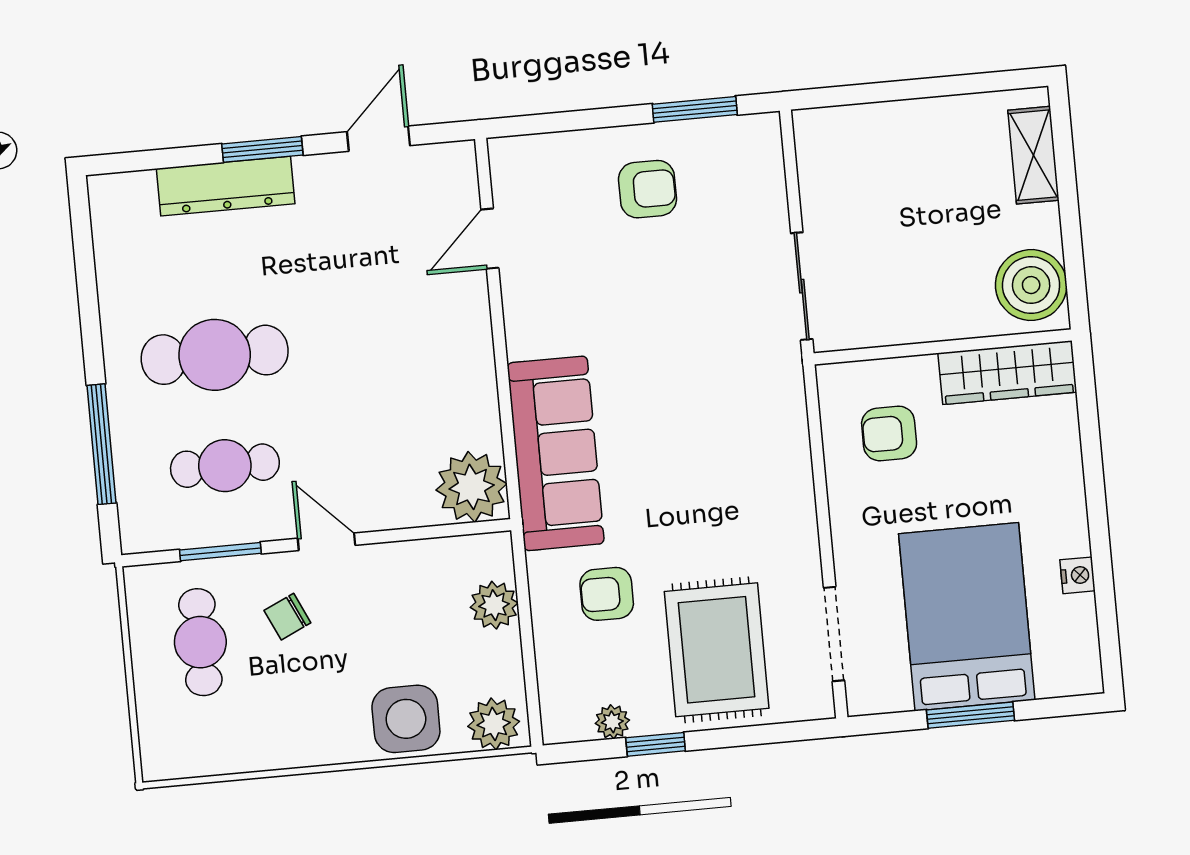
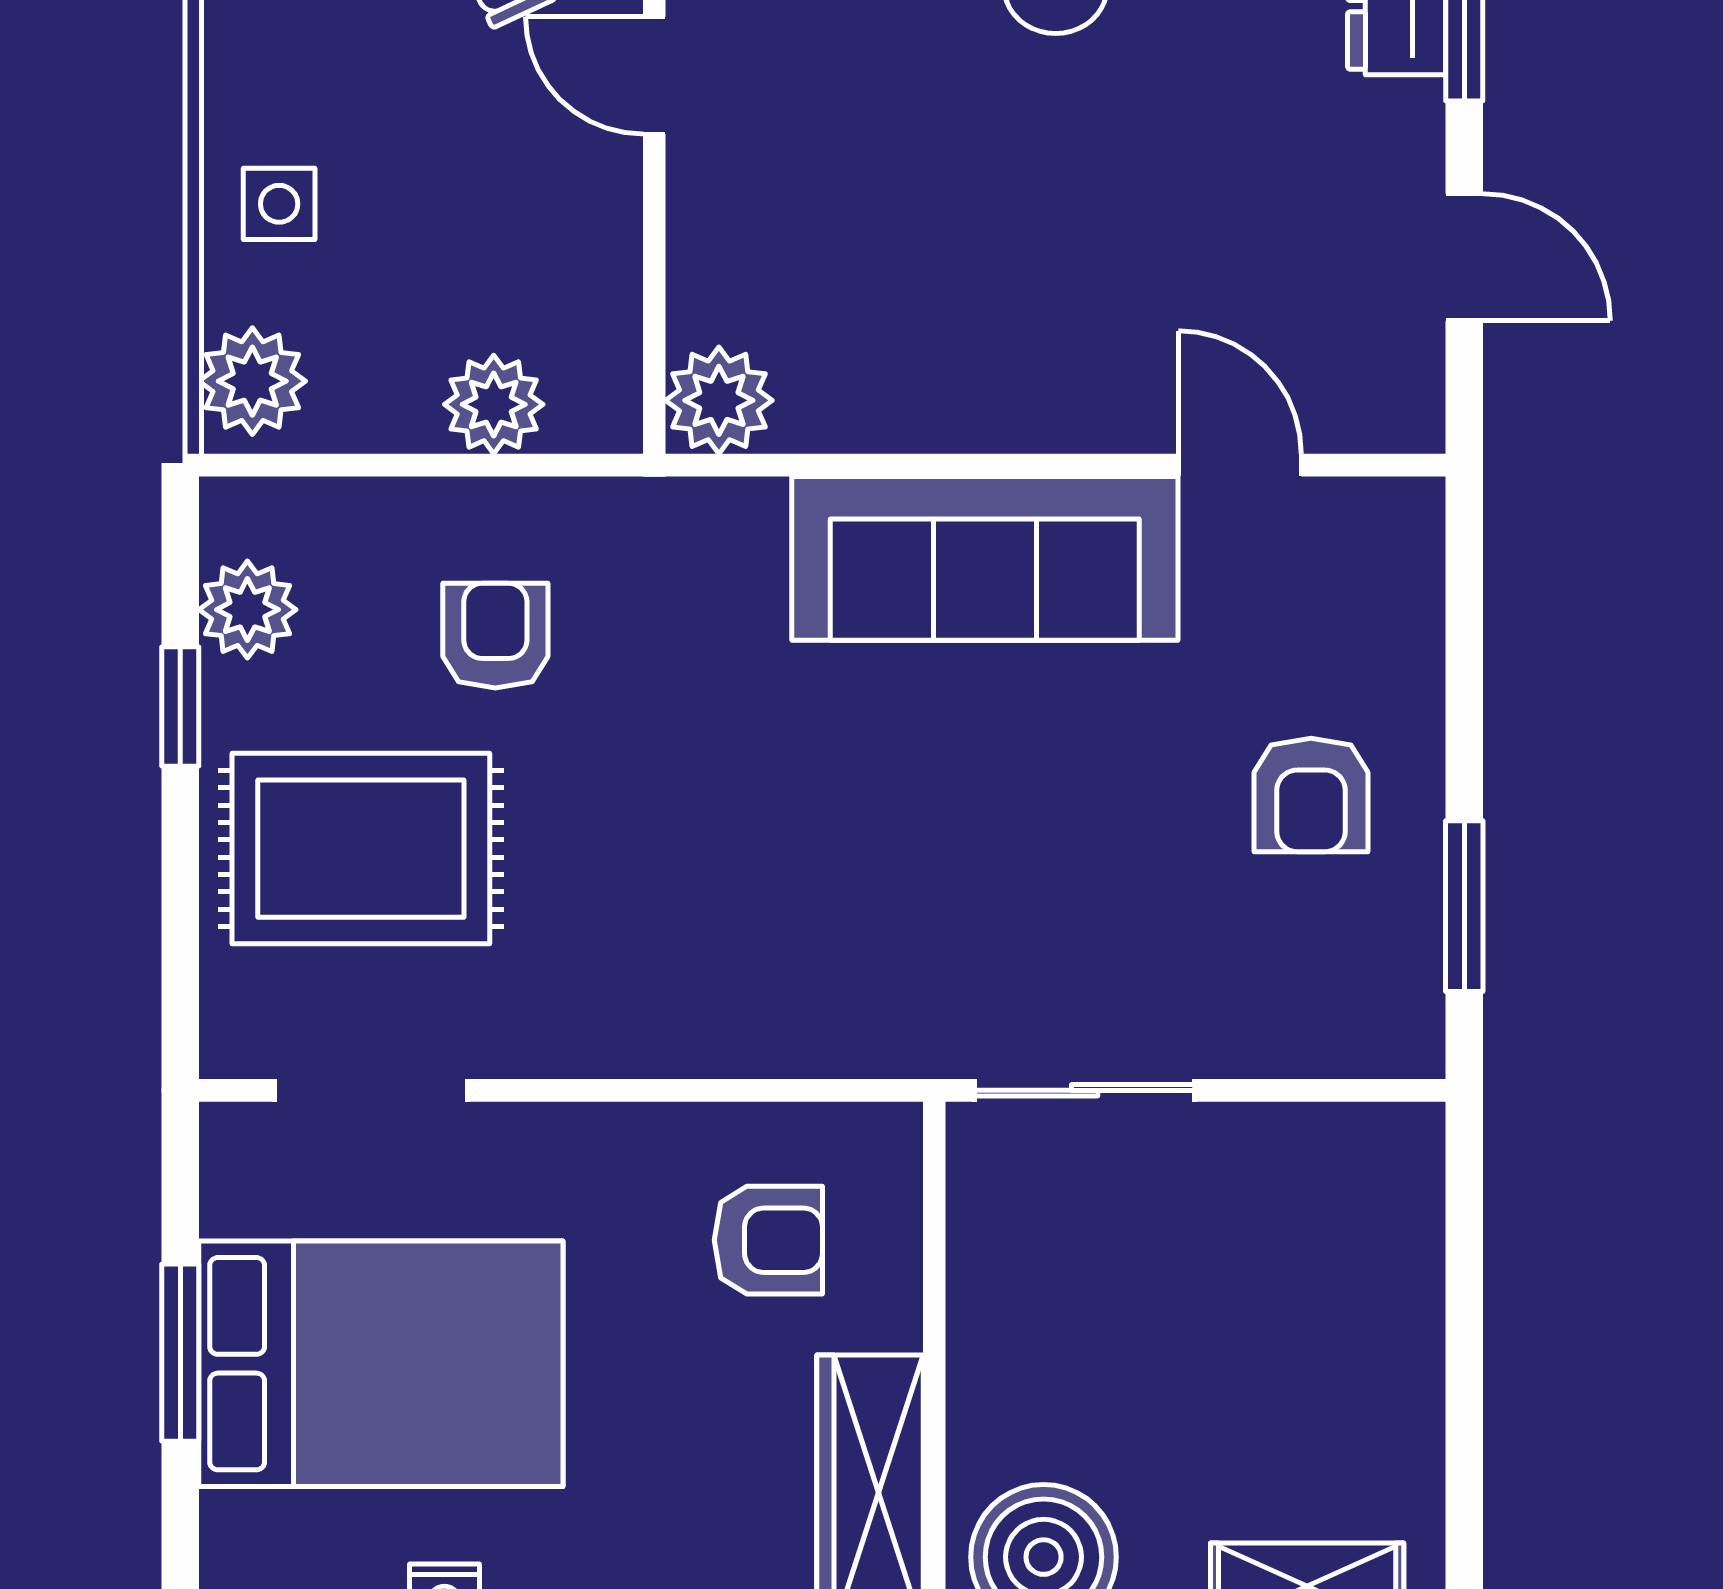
armchair: (889, 433) -> (768, 1240), turned 90
sofa: (556, 453) -> (985, 558), moved
plant: (472, 487) -> (719, 400), width x0.73, depth x0.73
door: (326, 542) -> (654, 75), swing flipped
side table: (406, 719) -> (279, 204), width x0.54, depth x0.54
plant: (612, 722) -> (247, 610), width x1.38, depth x1.38

